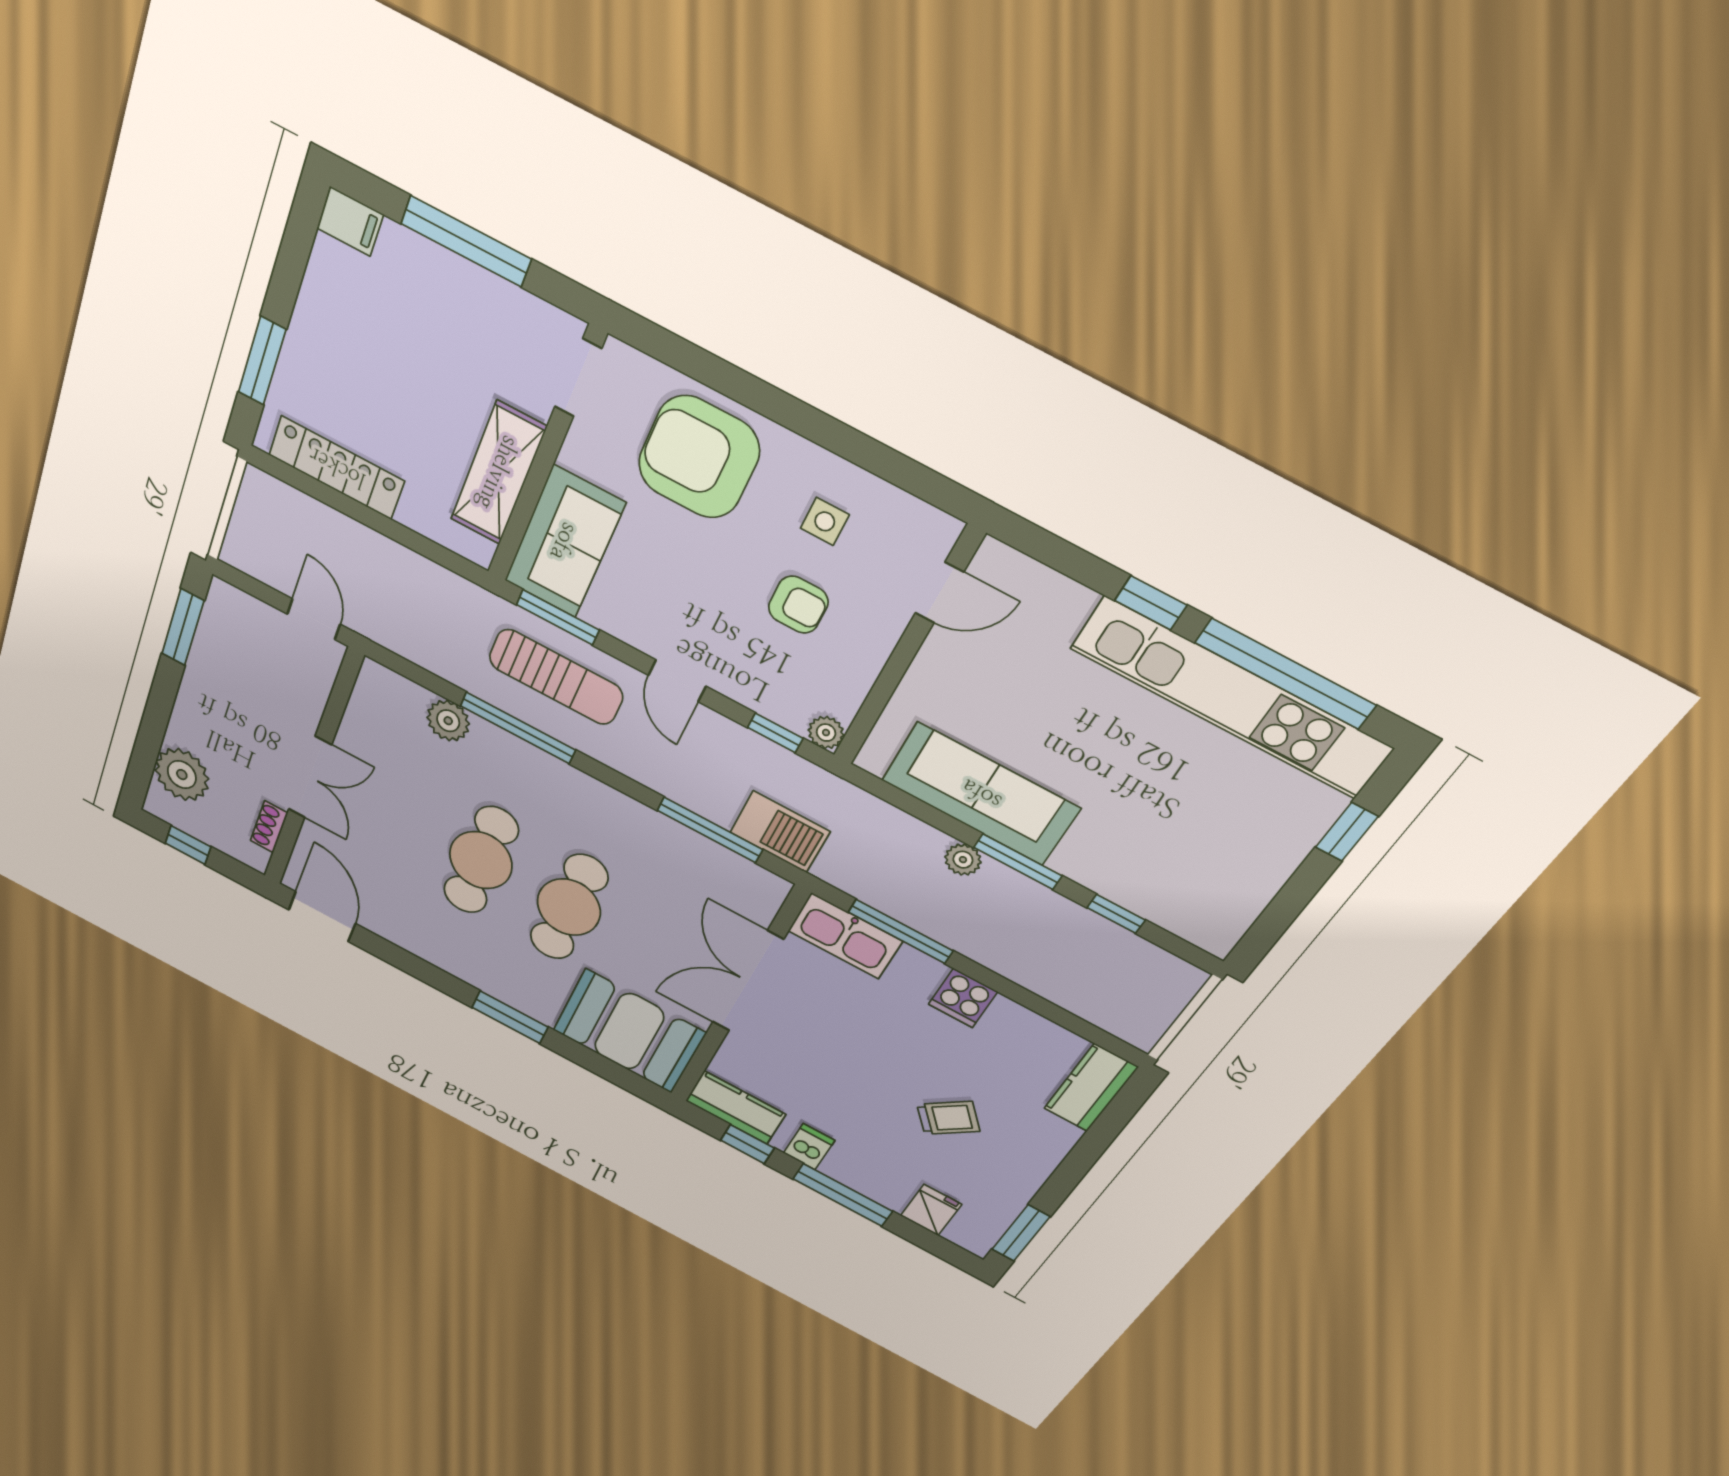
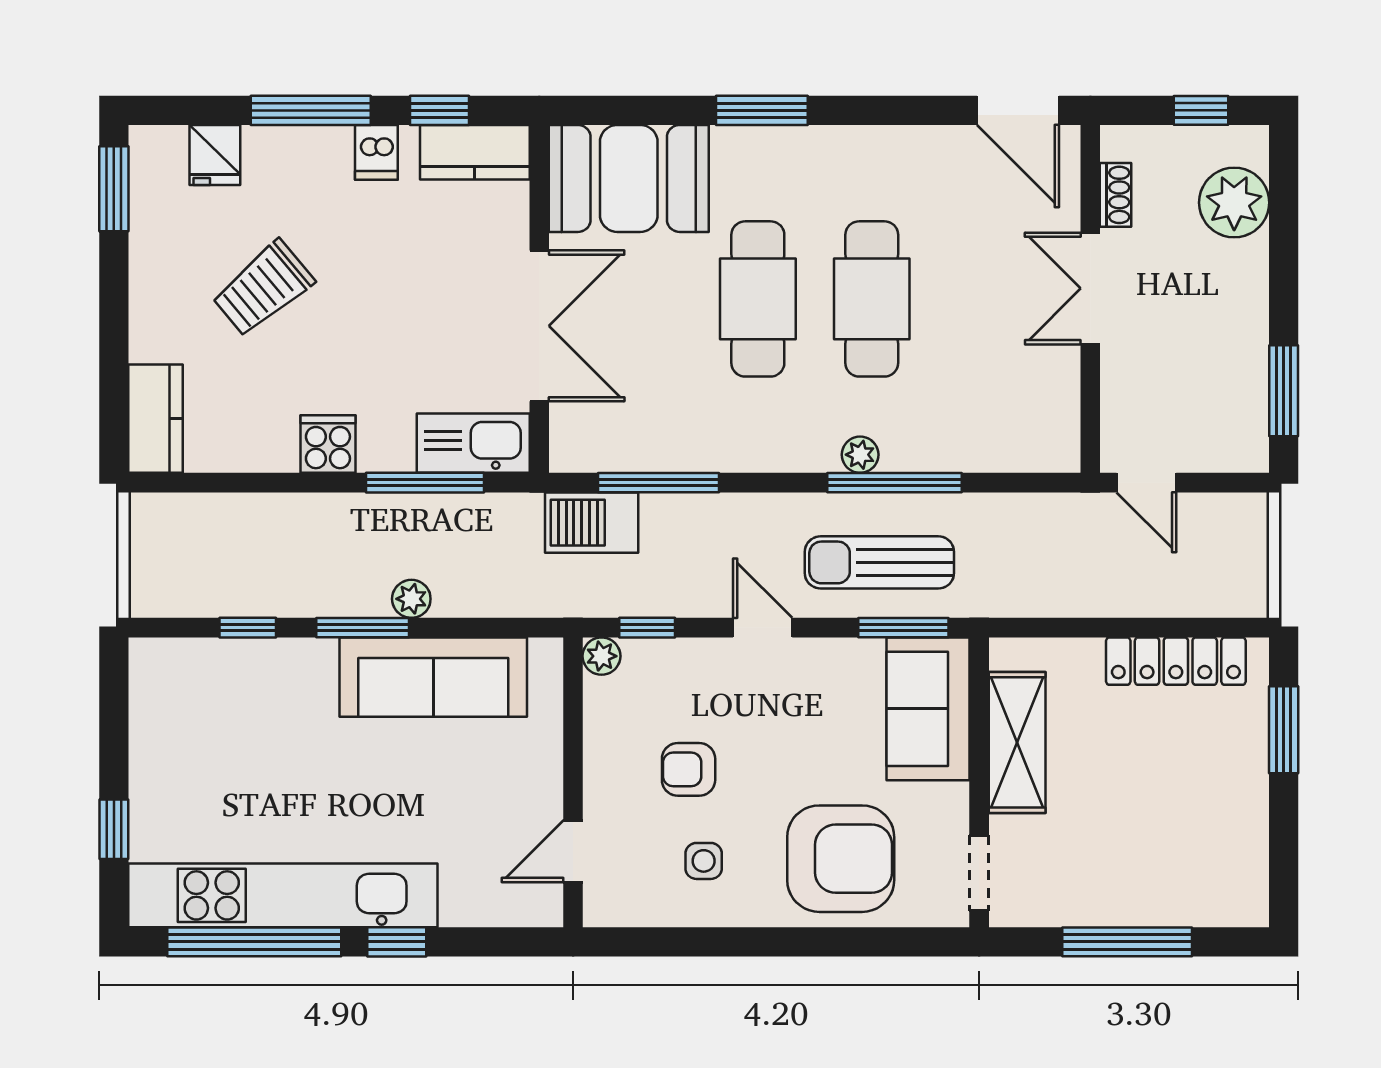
filing cabinet: (350, 221) -> (1240, 905), removed
plant: (448, 721) -> (860, 455), moved, width x0.73, depth x0.73
trolley: (948, 1118) -> (263, 288), width x1.36, depth x1.39

